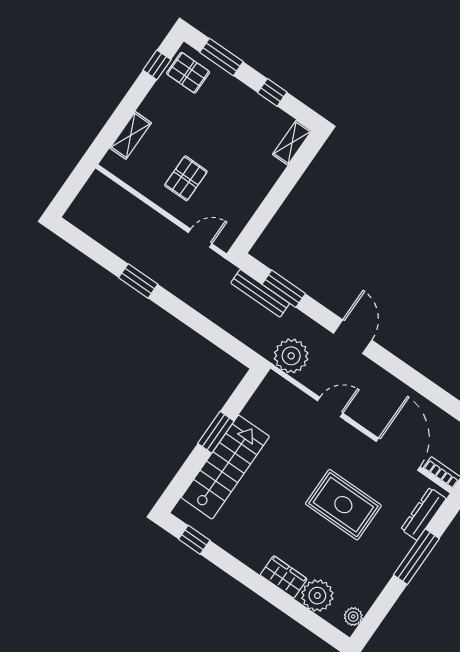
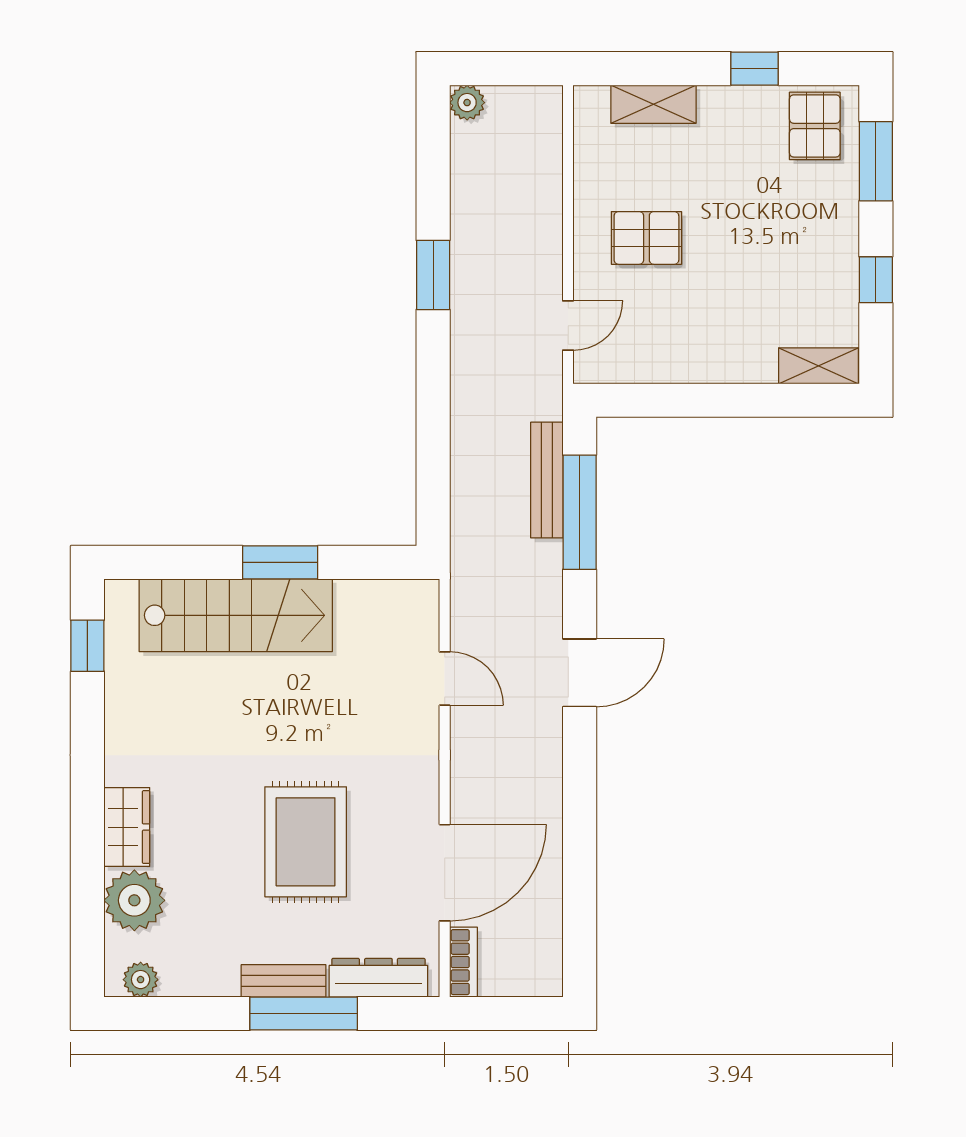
window: (157, 65) -> (754, 69), moved
door: (200, 238) -> (568, 326), hinge flipped
window: (284, 289) -> (580, 512), width x1.44
plant: (291, 356) -> (467, 103), moved, width x0.53, depth x0.53
door: (330, 407) -> (445, 679), moved
bench: (396, 556) -> (284, 981), added

